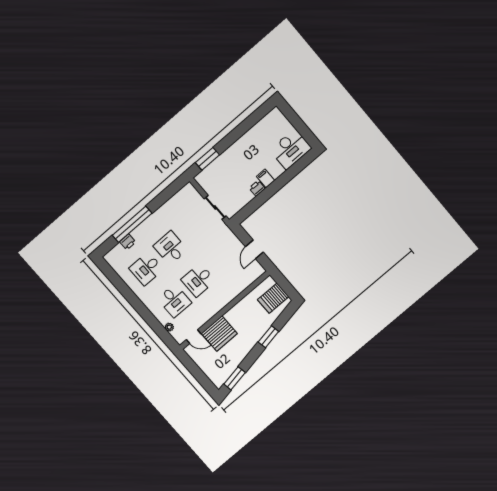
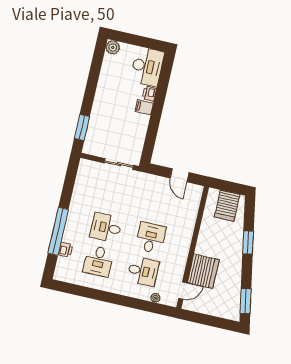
plant: (275, 115) -> (113, 47), added
printer: (257, 188) -> (149, 93), moved
desk: (198, 280) -> (151, 238), turned 180

